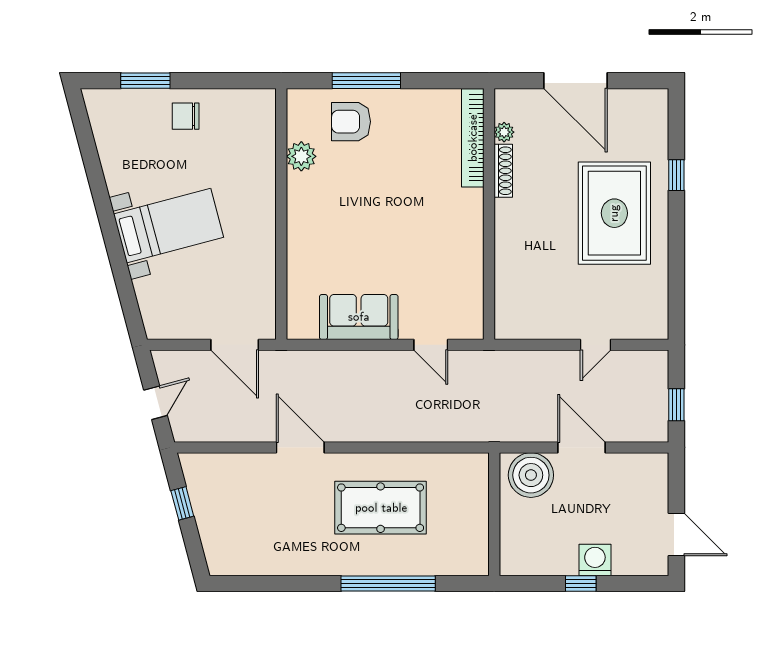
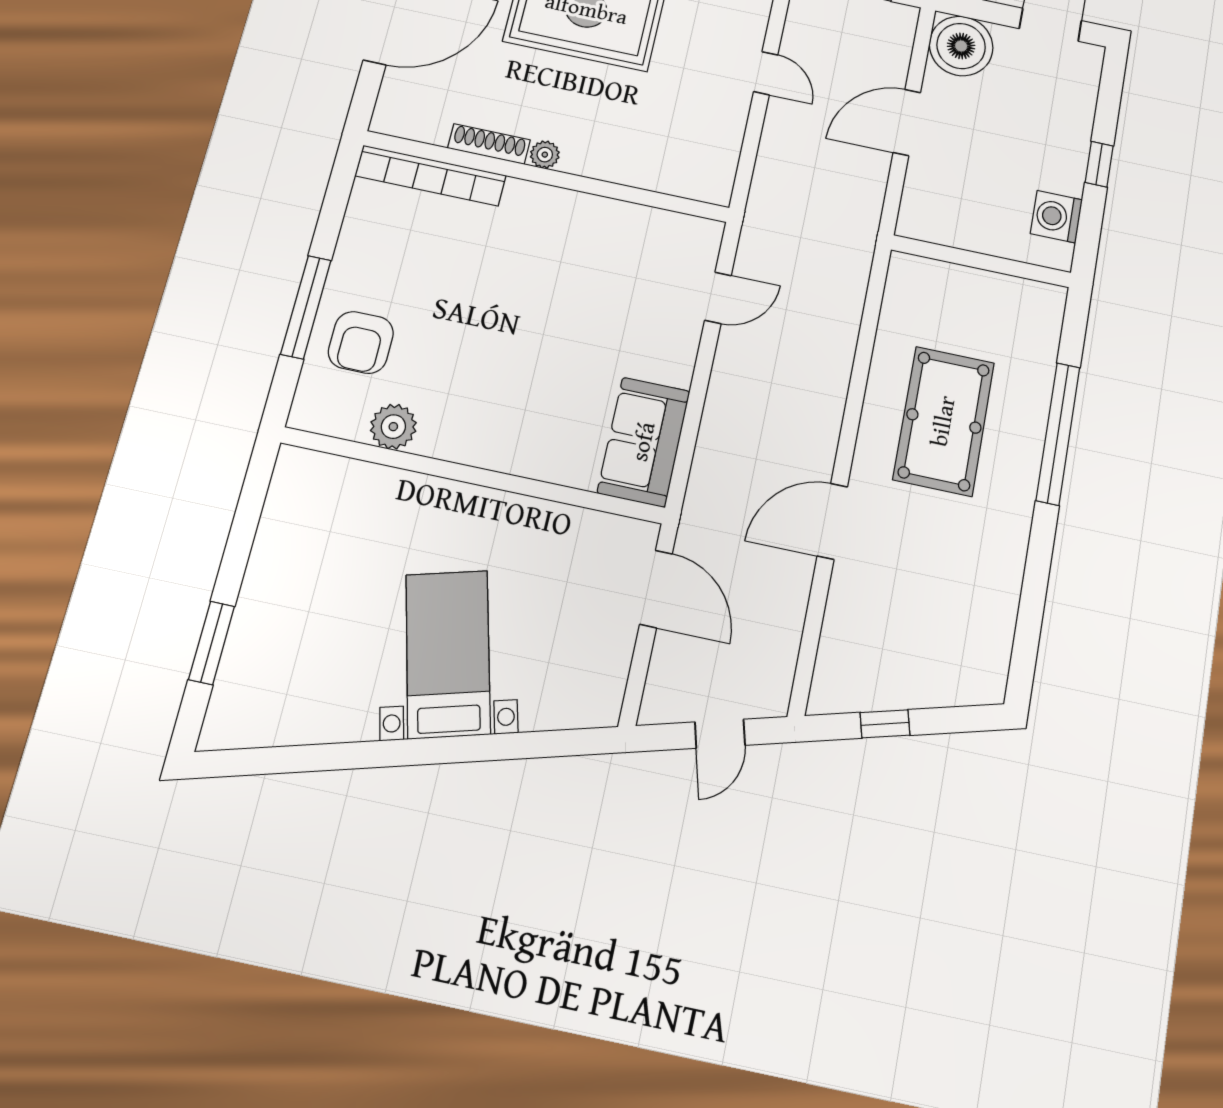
chair: (186, 116) -> (285, 591), removed
plant: (504, 132) -> (545, 155), moved
sofa: (359, 317) -> (644, 442), moved
door: (235, 345) -> (656, 589), hinge flipped
door: (156, 403) -> (720, 734), swing flipped
boiler: (531, 475) -> (961, 46), moved
washing machine: (595, 560) -> (1056, 217), moved

